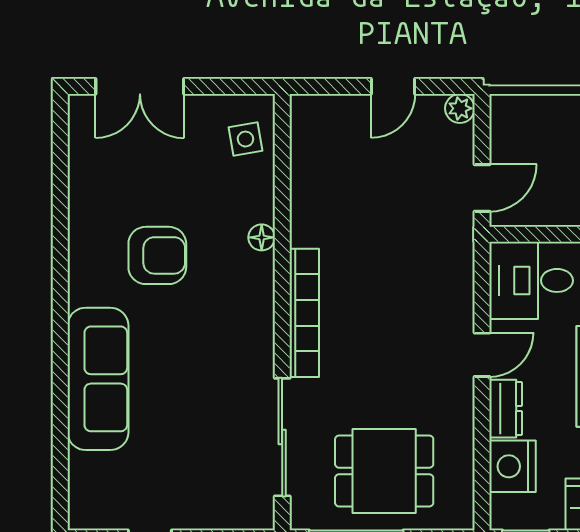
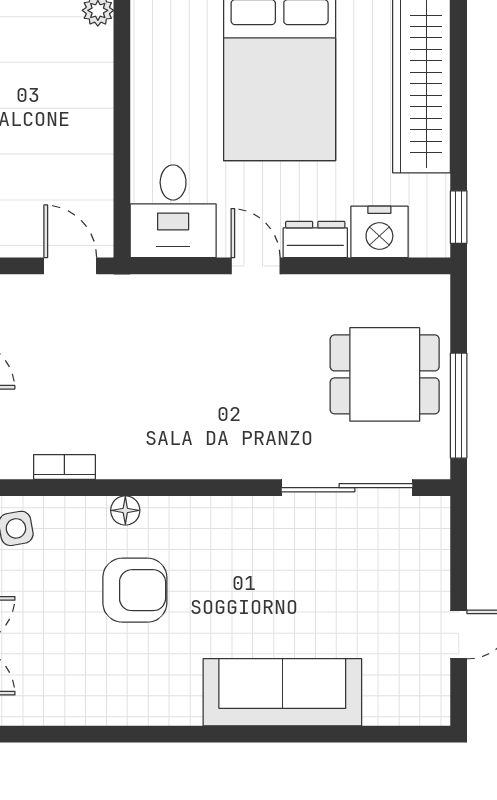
armchair: (157, 255) -> (135, 590), moved, turned 90
bookcase: (304, 313) -> (64, 467), moved, width x0.43, depth x0.76
dining table: (384, 471) -> (385, 374), turned 90

